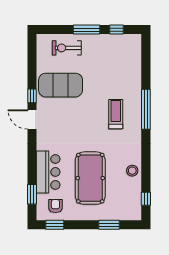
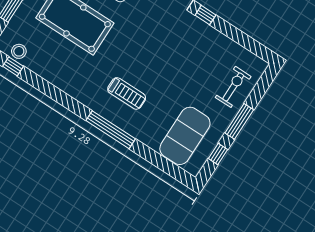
exercise mat: (61, 85) -> (185, 136), moved
stool: (132, 171) -> (19, 51), moved

